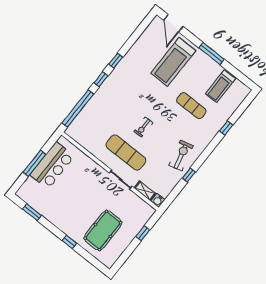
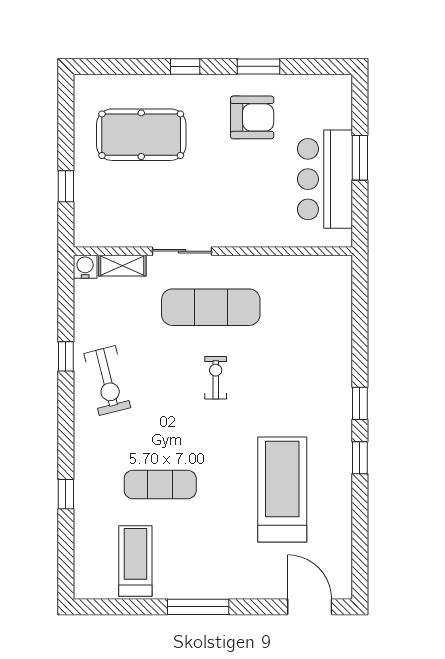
treadmill: (173, 62) -> (282, 489), moved
window: (78, 109) -> (360, 318), removed
window: (34, 163) -> (360, 158), width x0.69
armchair: (60, 206) -> (252, 117), added
window: (32, 212) -> (258, 66), moved
pool table: (103, 230) -> (141, 135), turned 90

